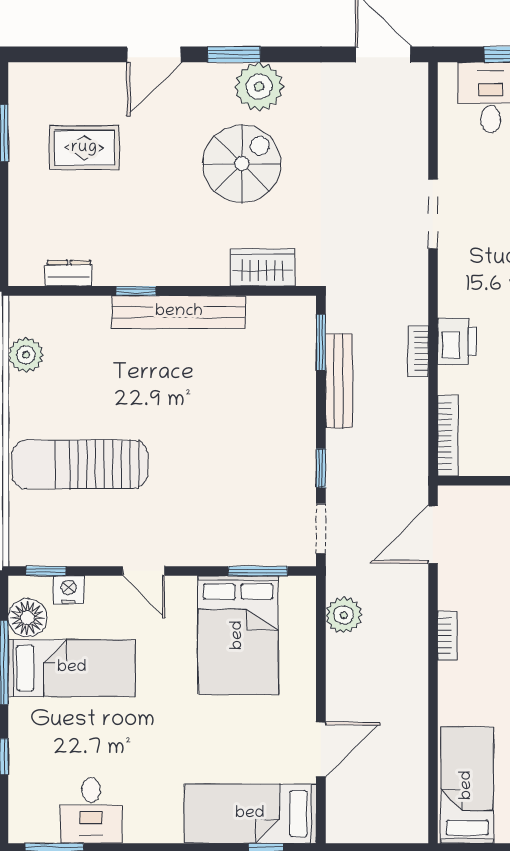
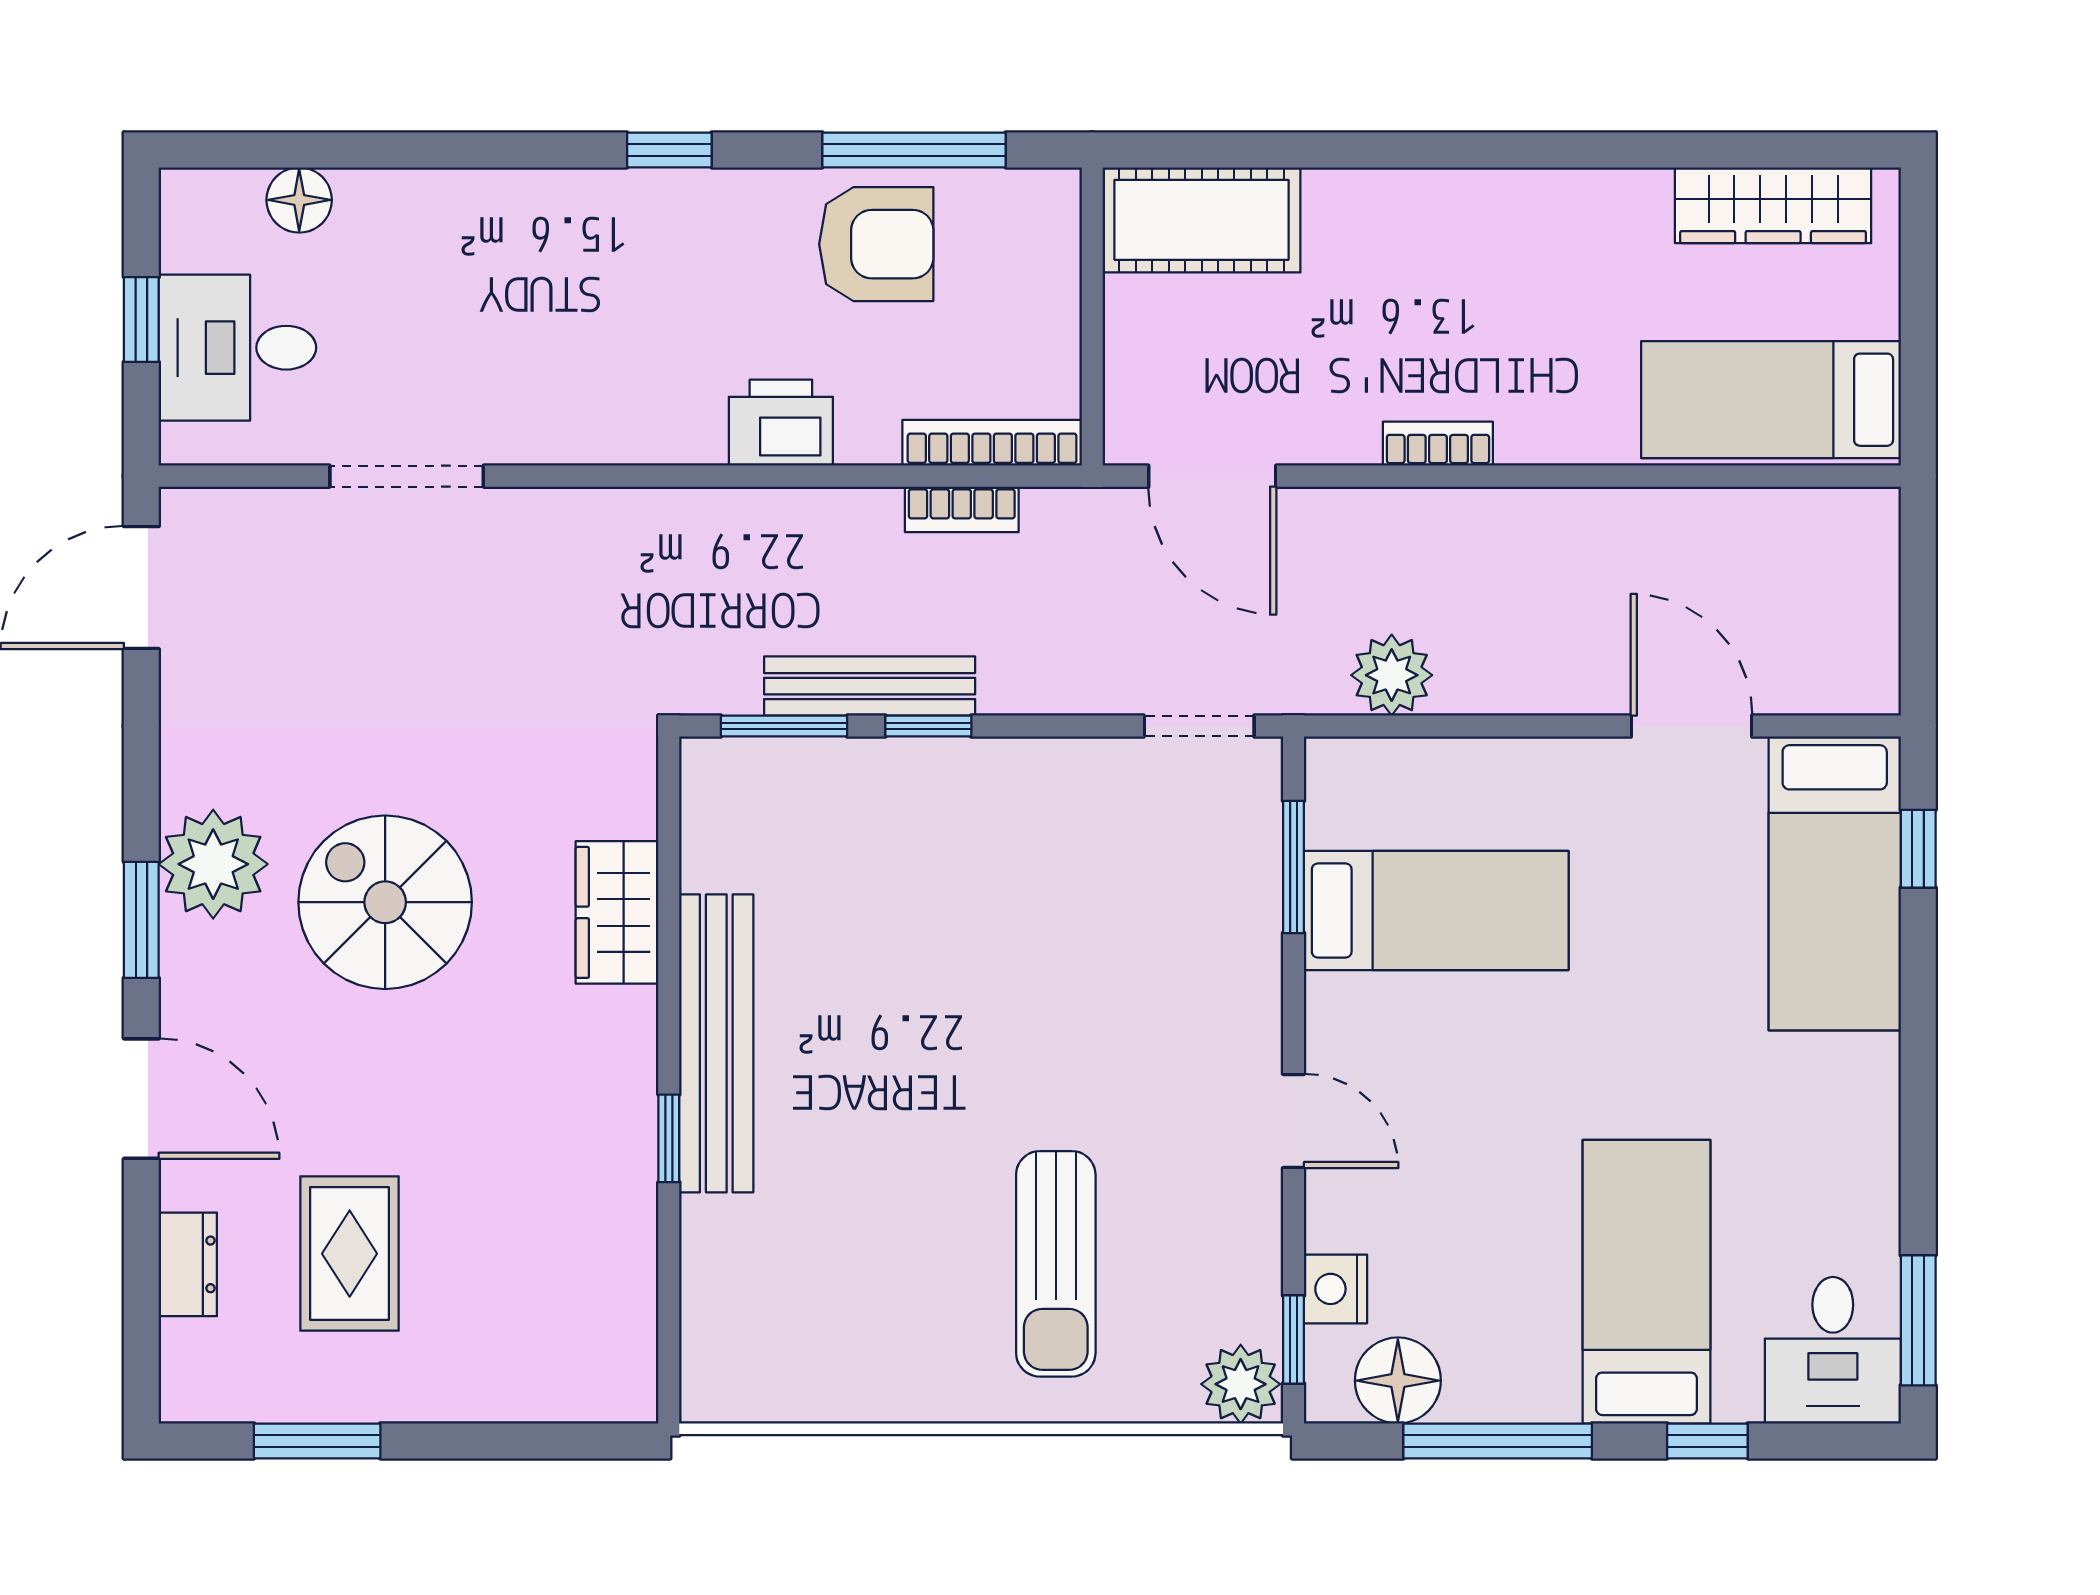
doorway: (433, 214) -> (407, 476), moved
wardrobe: (262, 268) -> (617, 912), moved
dresser: (69, 273) -> (188, 1264), moved, turned 180
bookcase: (418, 351) -> (962, 509), moved
plant: (26, 355) -> (1241, 1384), moved
sun lounger: (80, 464) -> (1056, 1264), width x0.73, depth x0.75
window: (321, 468) -> (928, 726), moved
door: (144, 571) -> (1294, 1121), hinge flipped
bed: (238, 635) -> (1436, 911), width x0.67
bed: (72, 668) -> (1646, 1282), moved
desk: (91, 810) -> (1833, 1350), moved, turned 90

